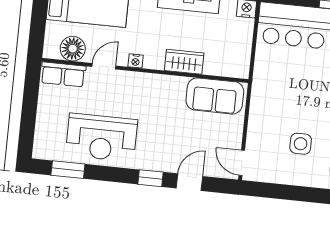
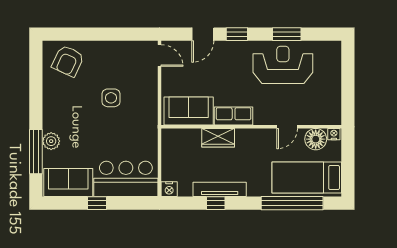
nightstand: (136, 61) -> (334, 134), moved
row of seats: (63, 74) -> (234, 116), moved
side table: (301, 144) -> (111, 98), moved
window: (68, 170) -> (287, 34), moved

